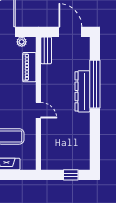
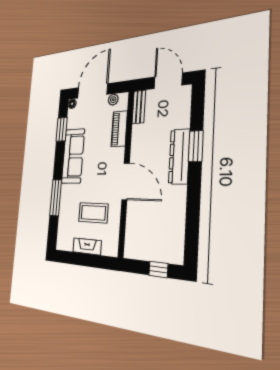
window: (95, 84) -> (196, 146), width x0.47
door: (38, 110) -> (126, 181), width x1.87

